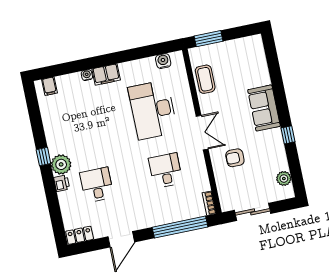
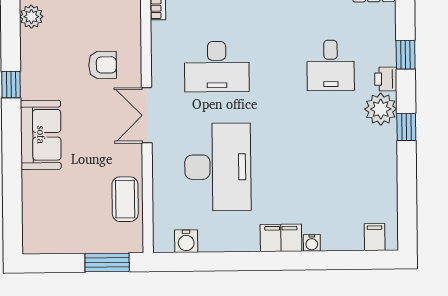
desk: (166, 171) -> (217, 67), width x1.37
window: (53, 200) -> (406, 55), added

